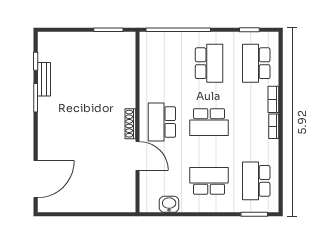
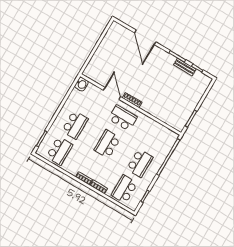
school desk: (209, 63) -> (140, 163), turned -90
school desk: (256, 63) -> (124, 189), turned -90
door: (137, 156) -> (112, 93), swing flipped
door: (36, 179) -> (145, 37), moved
school desk: (256, 181) -> (59, 151), turned 90
washbasin: (169, 204) -> (82, 84), moved

